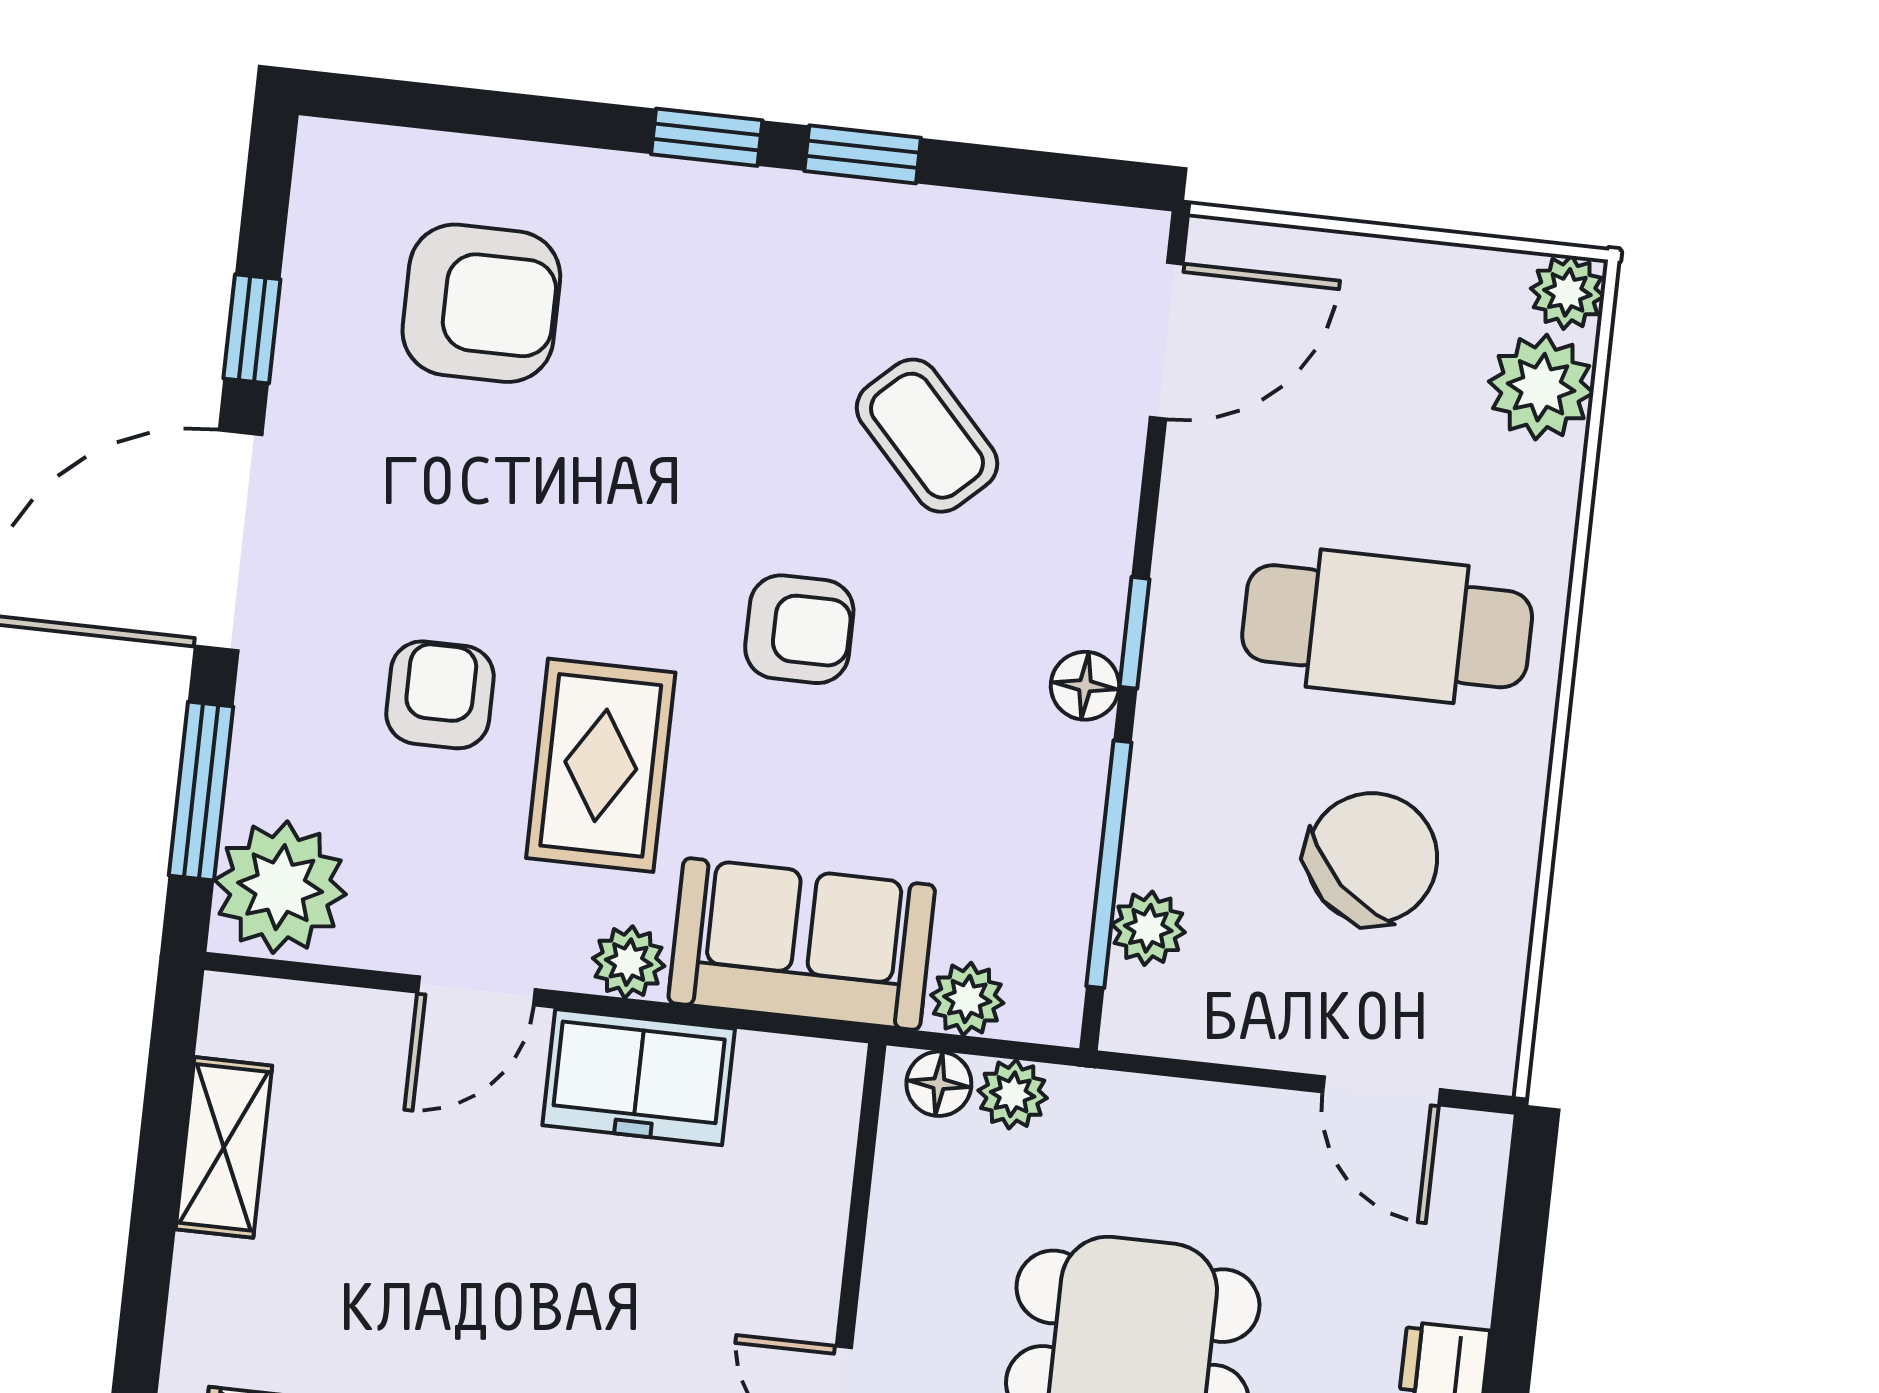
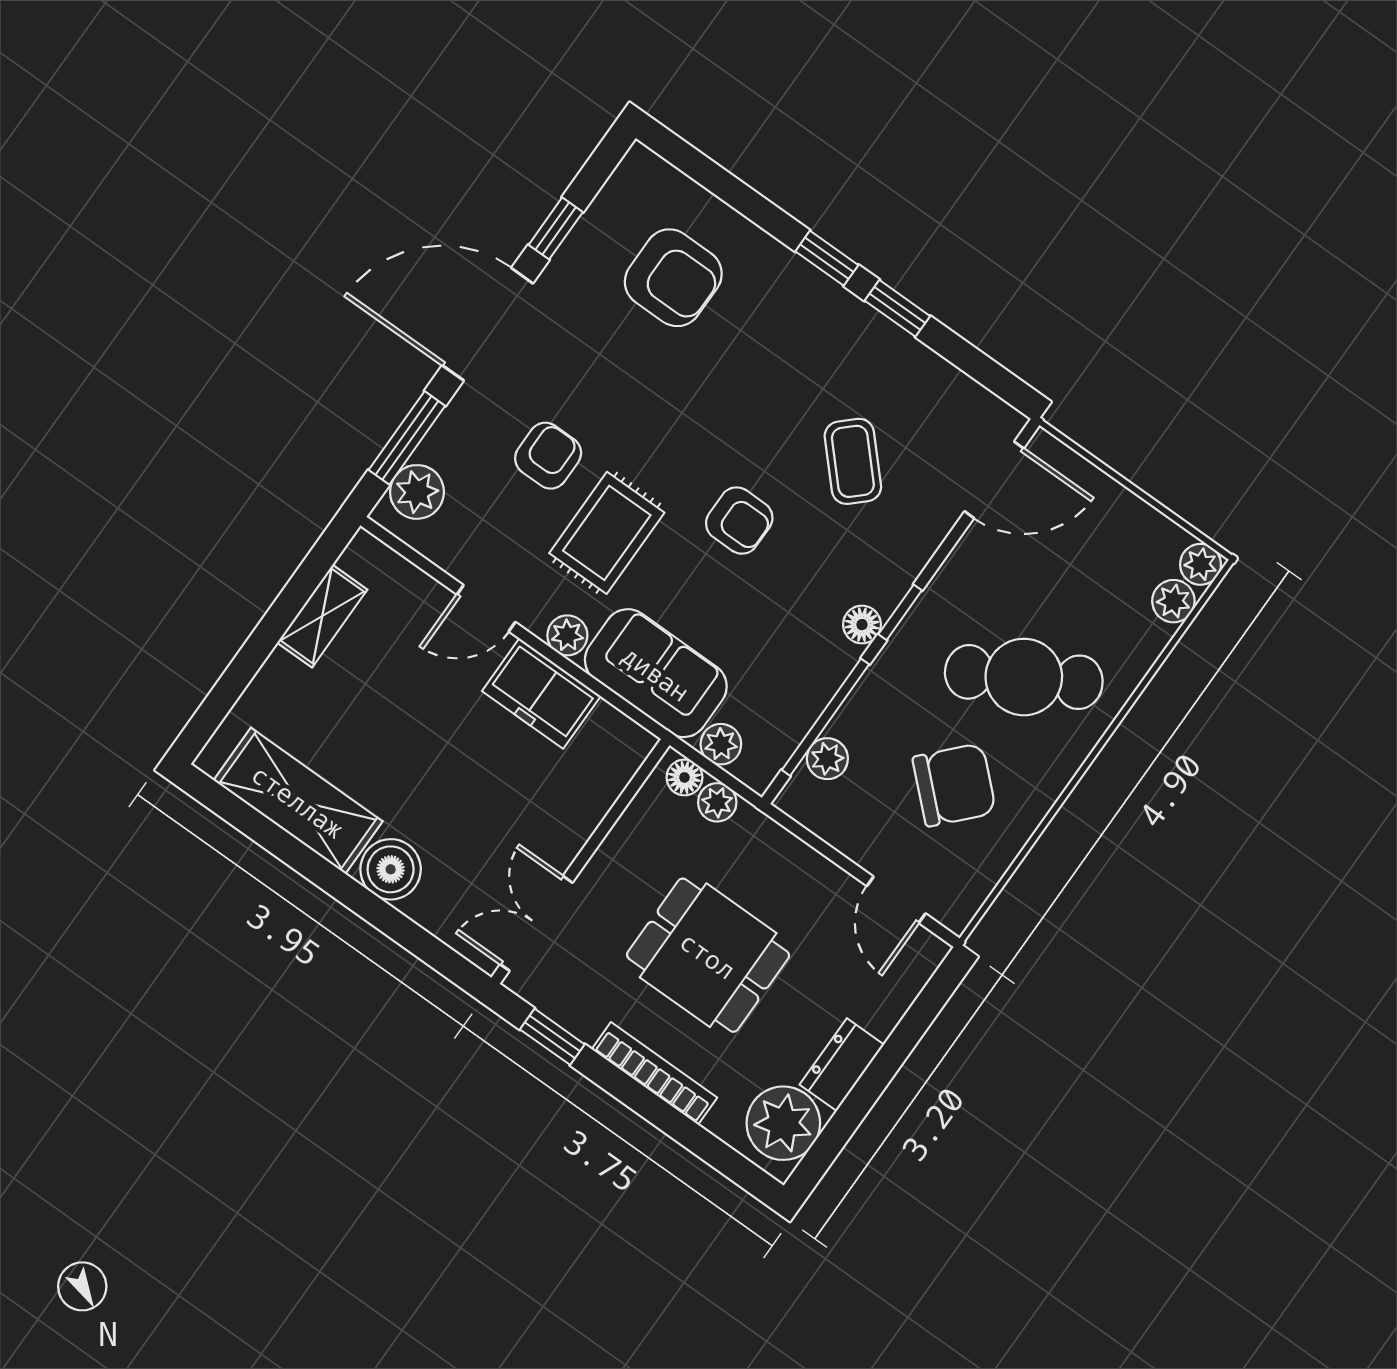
plant: (1541, 387) -> (1173, 601), width x0.73, depth x0.73
cafe table: (1387, 626) -> (1024, 677), turned -30
plant: (280, 887) -> (417, 492), width x0.73, depth x0.73

